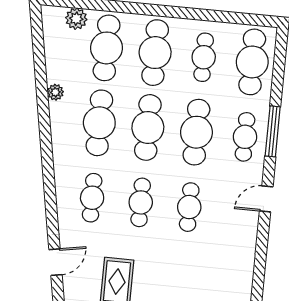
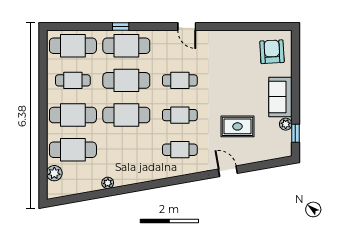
cafe table: (99, 123) -> (126, 150), removed
window: (273, 131) -> (121, 27), width x0.46
cafe table: (245, 137) -> (126, 46), width x1.37, depth x1.35
door: (266, 199) -> (187, 27), moved

